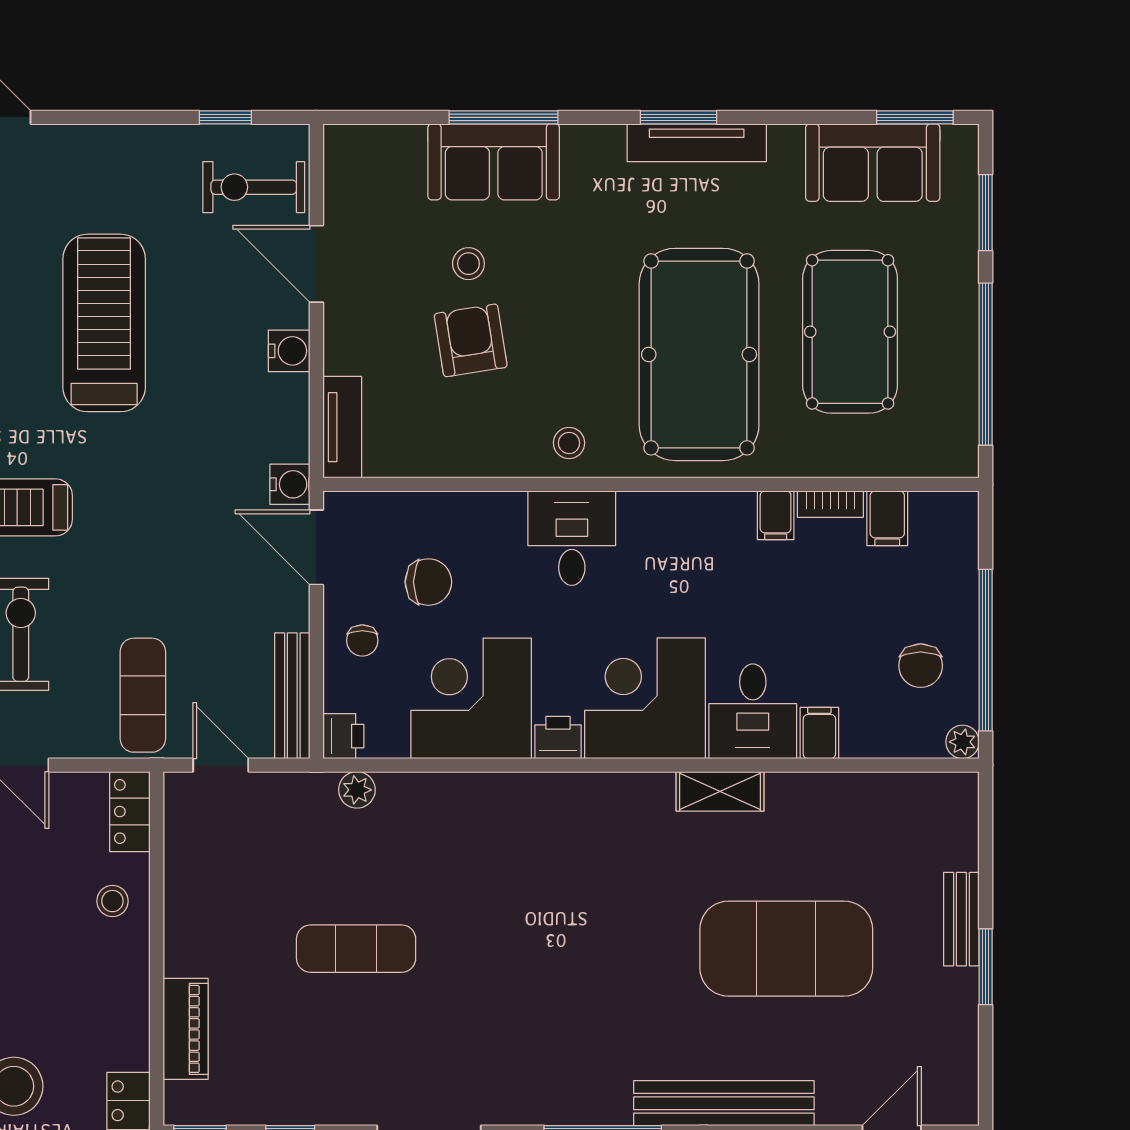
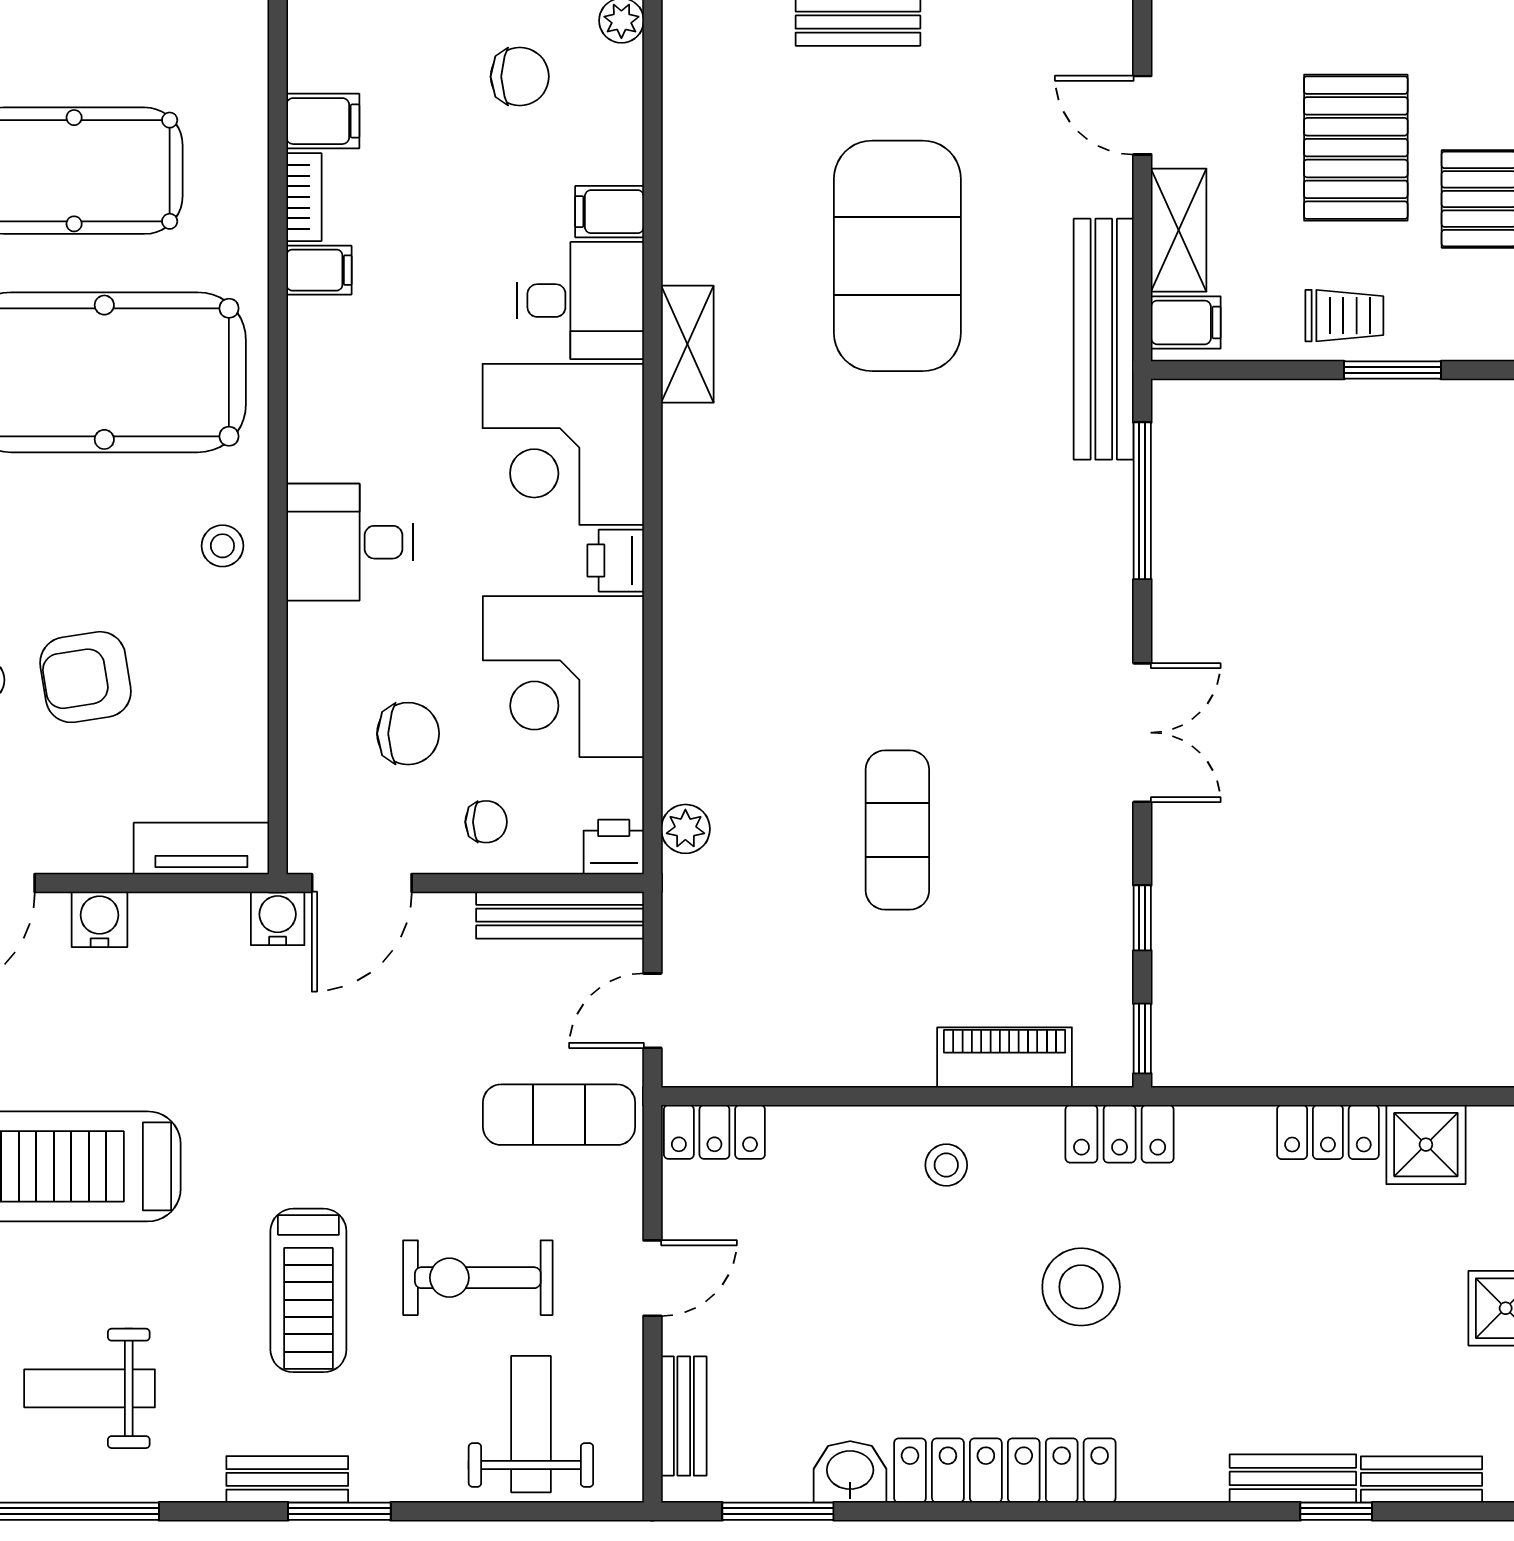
chair: (428, 582) -> (408, 734), turned 90
stool: (112, 901) -> (946, 1165), moved

